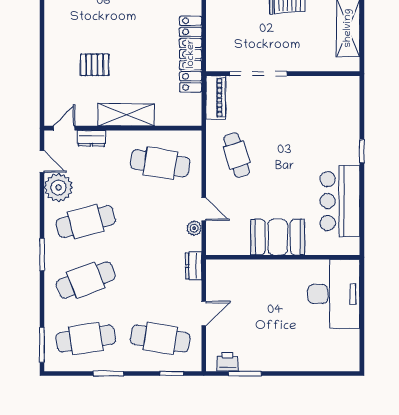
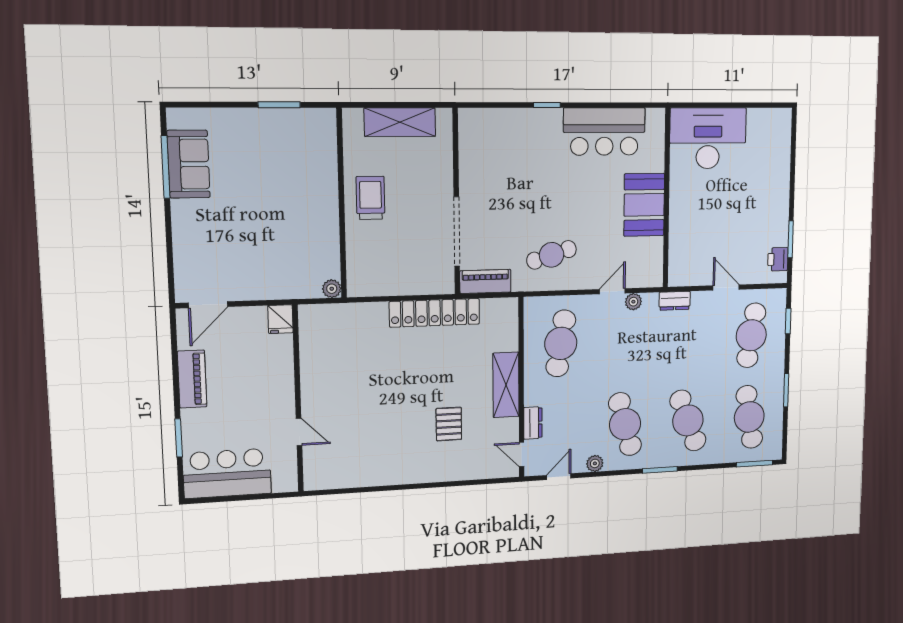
plant: (59, 188) -> (595, 463), width x0.53, depth x0.53

